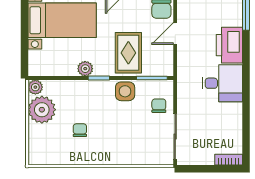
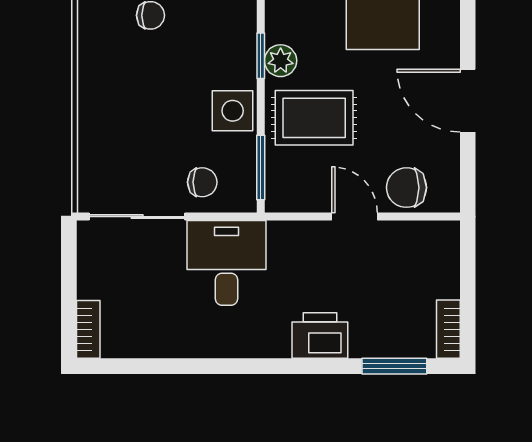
printer: (229, 45) -> (320, 336), width x0.73, depth x0.84
plant: (85, 69) -> (281, 61), moved
desk: (222, 83) -> (227, 263), moved, turned 180

